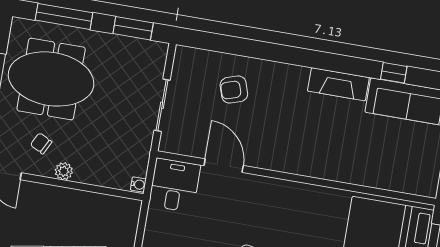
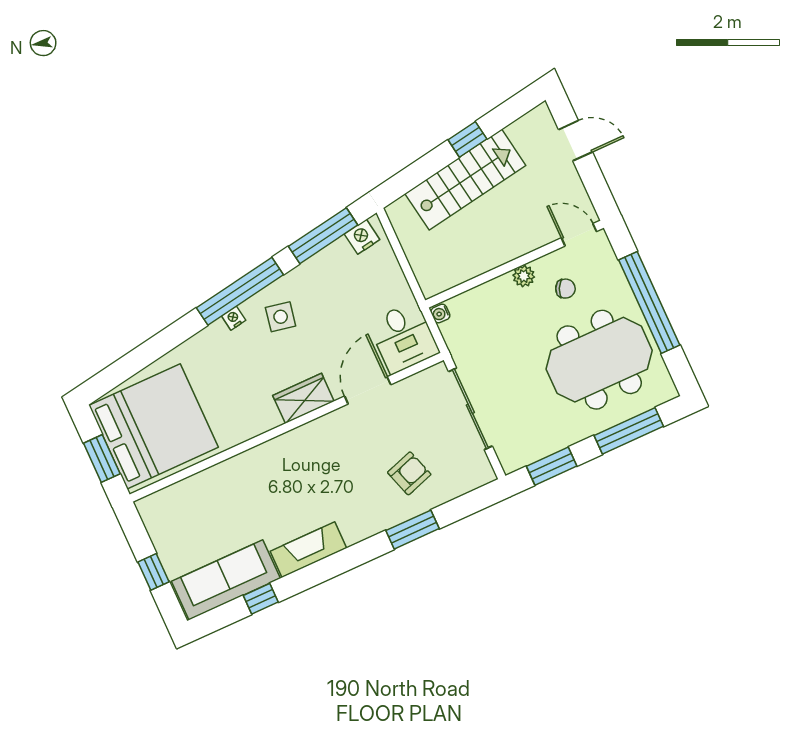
window: (258, 50) -> (412, 530), added
sliding door: (162, 105) -> (470, 409), width x1.37
door: (224, 166) -> (368, 390), swing flipped
wardrobe: (271, 190) -> (303, 398), added

